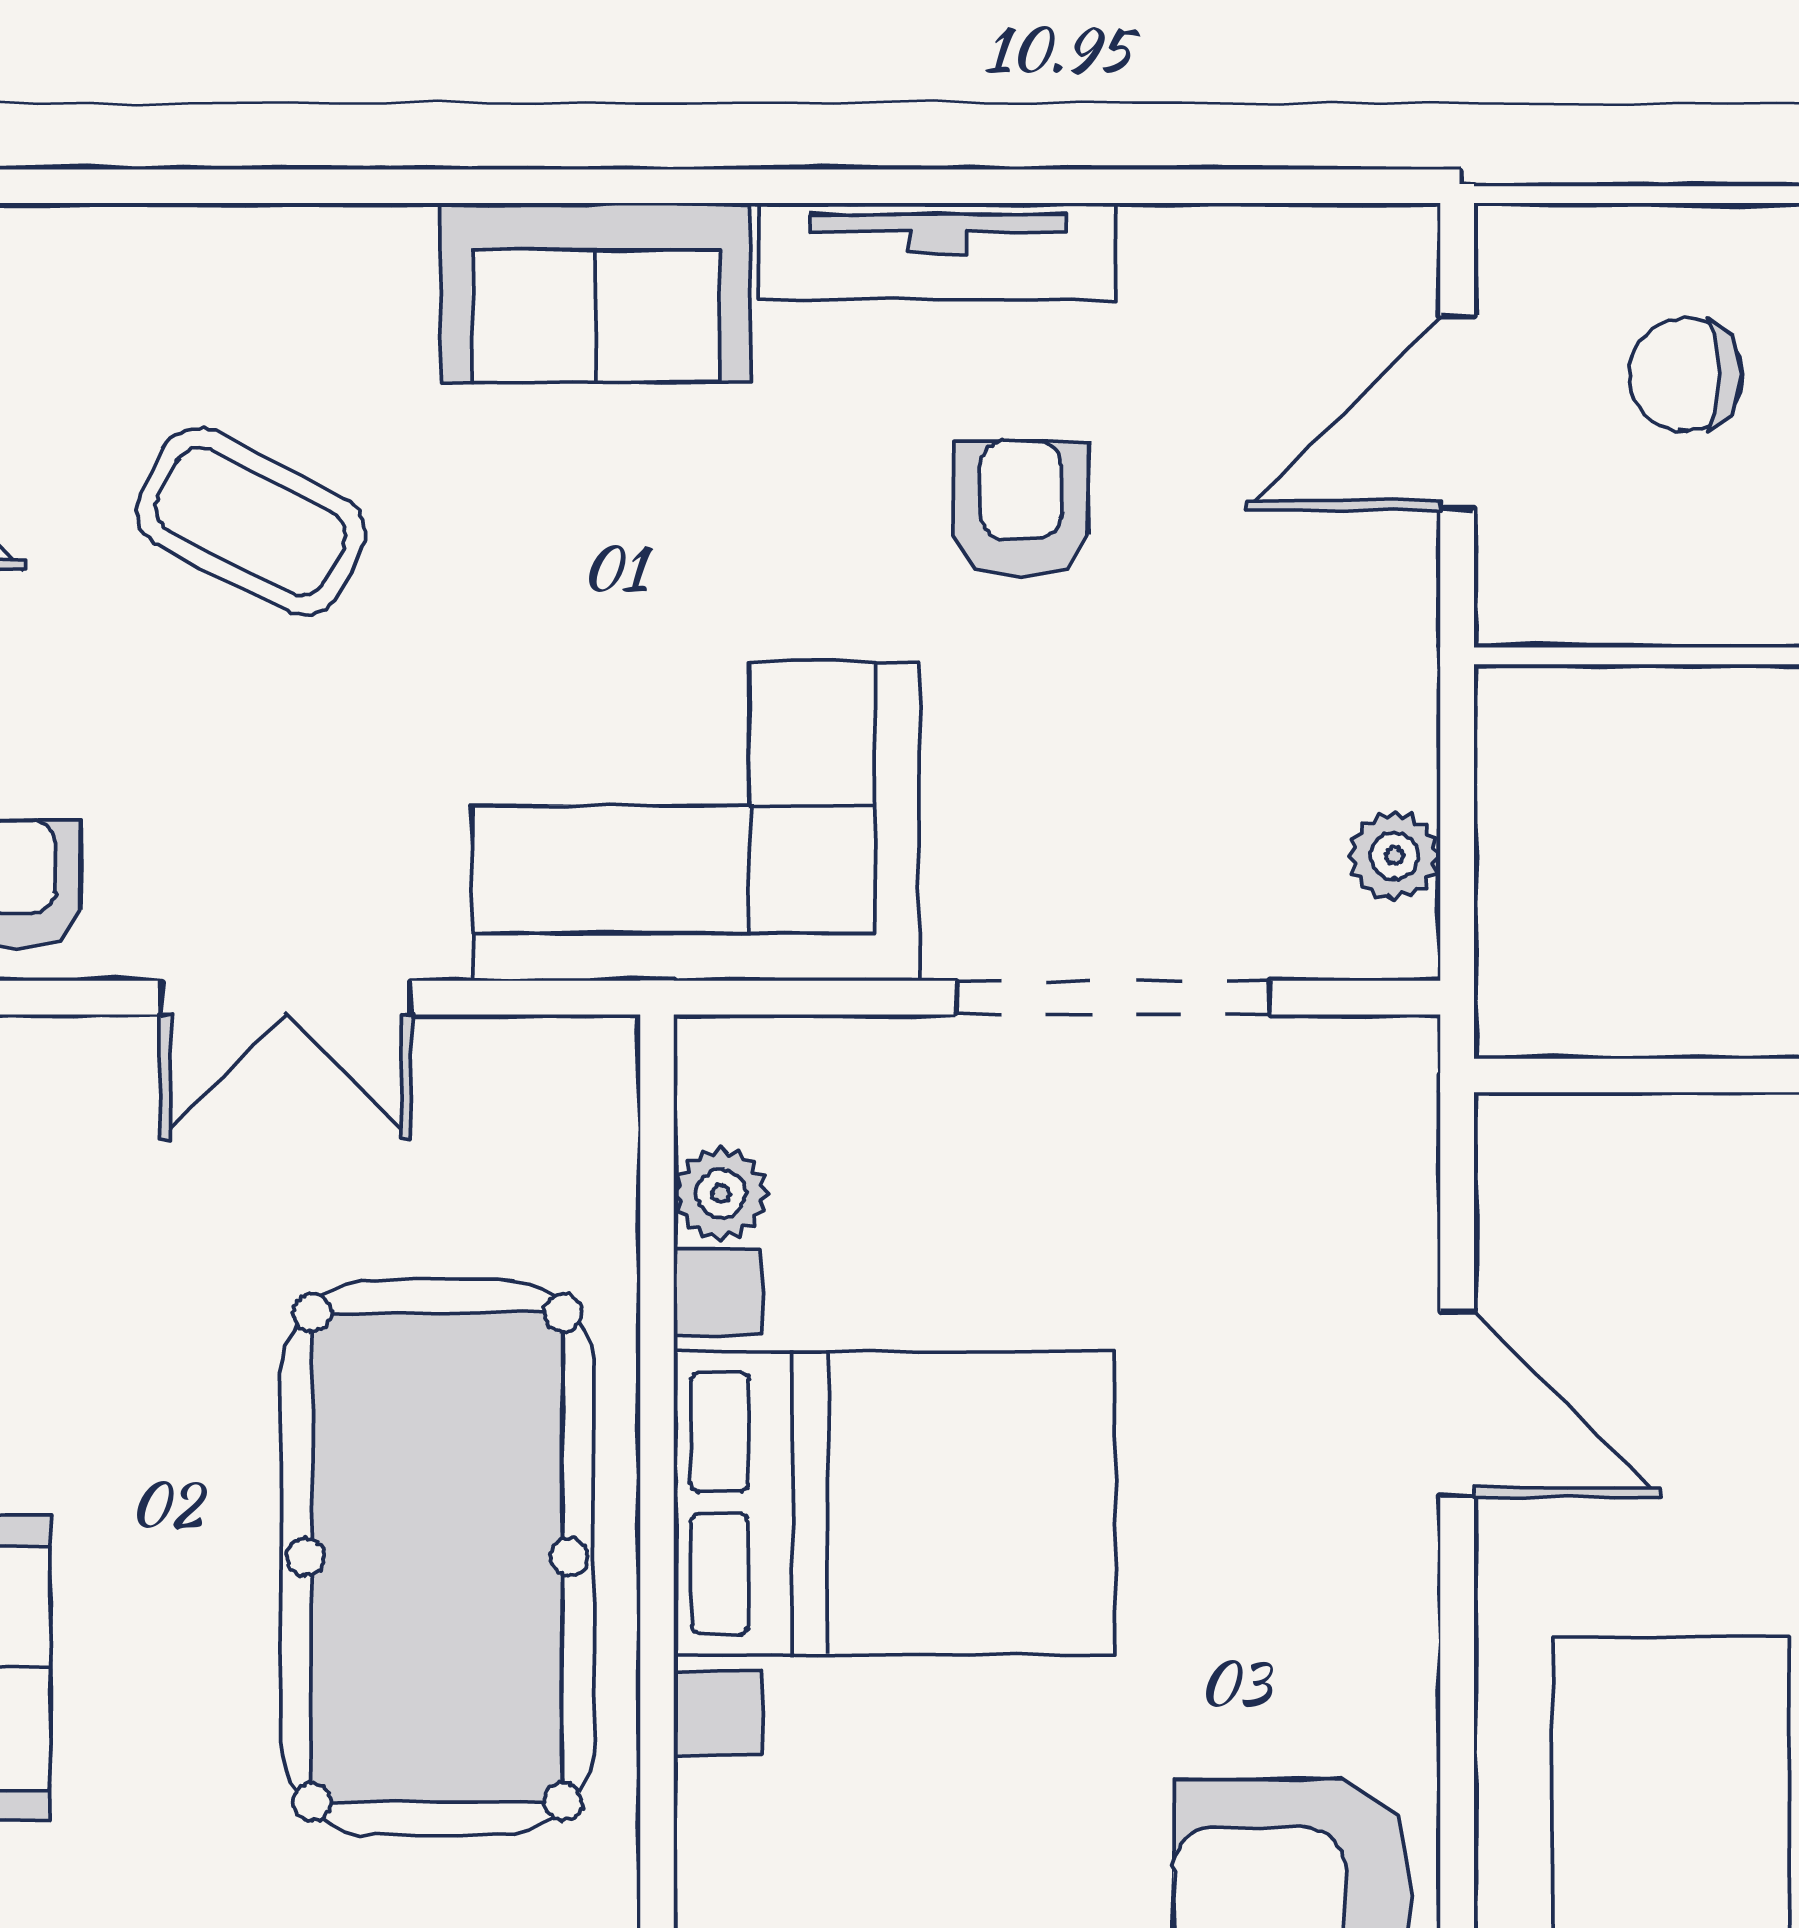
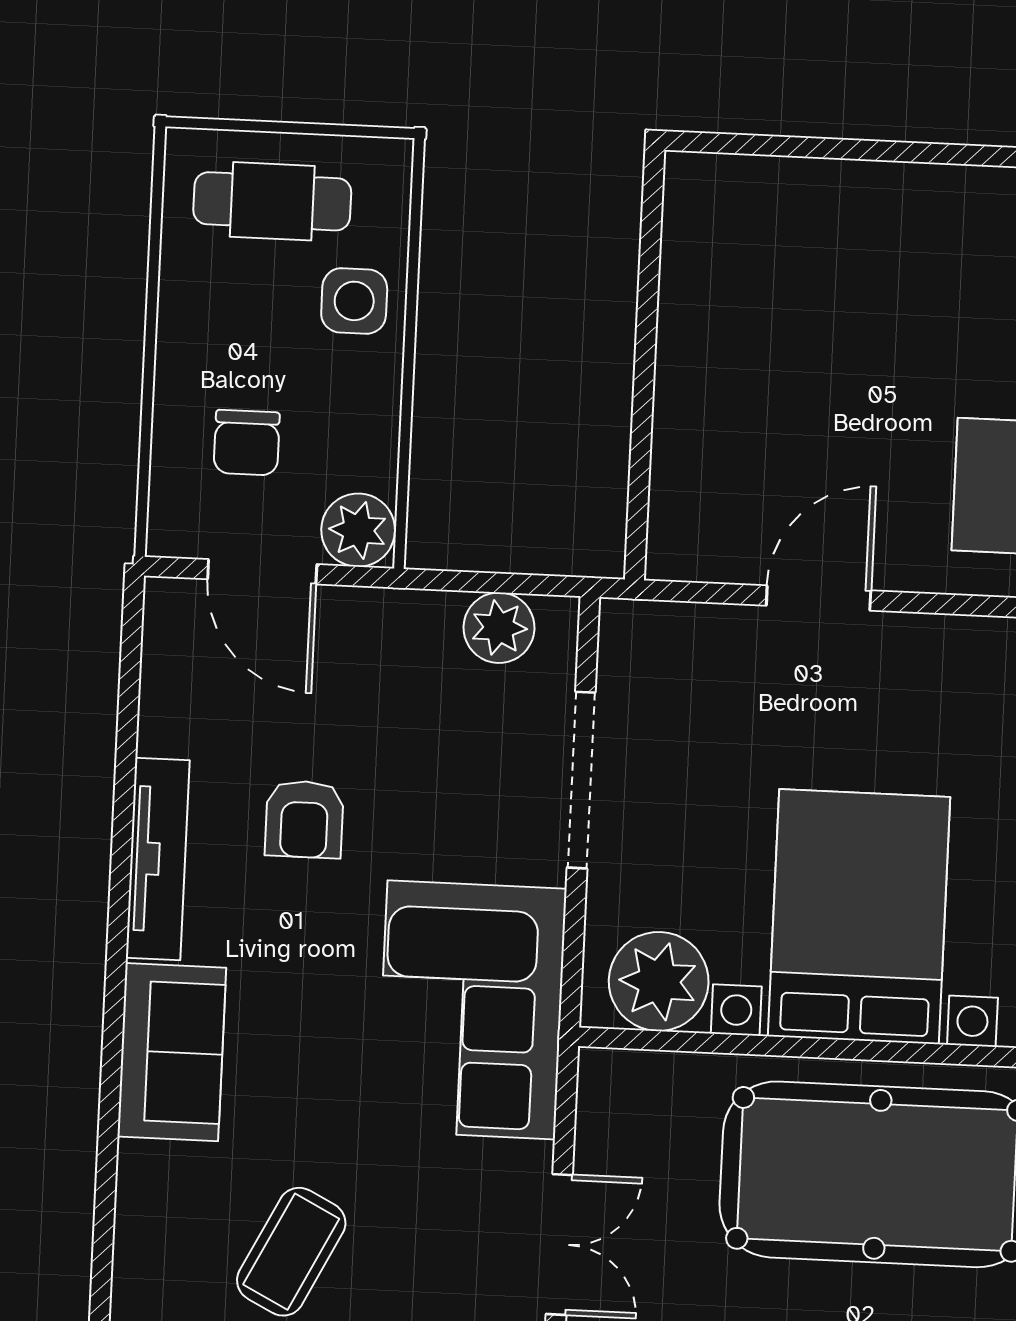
armchair: (1021, 509) -> (304, 819), turned -90
plant: (1539, 580) -> (358, 530), added
plant: (1395, 856) -> (499, 628), width x1.38, depth x1.38
plant: (721, 1193) -> (659, 981), width x1.88, depth x1.88

